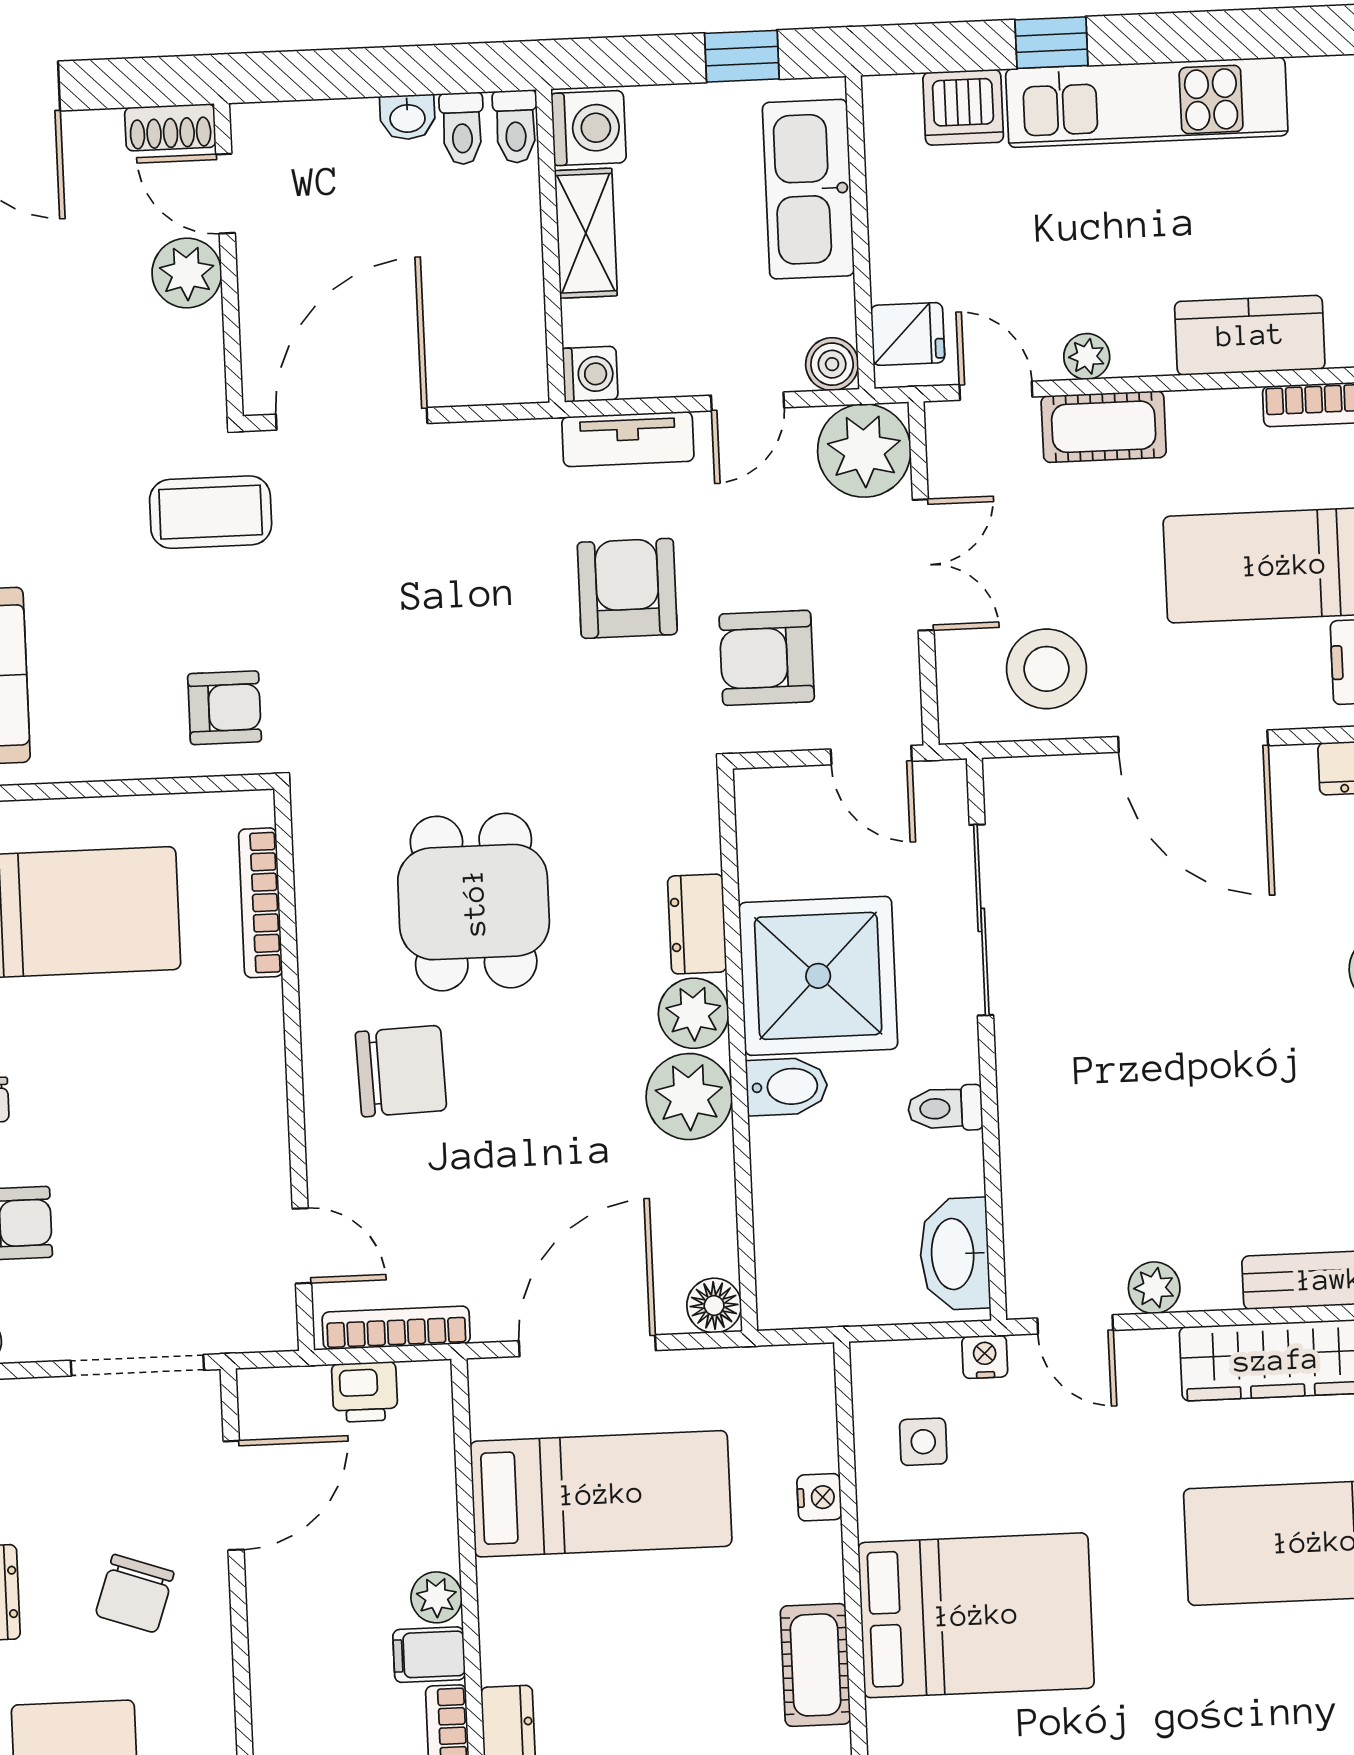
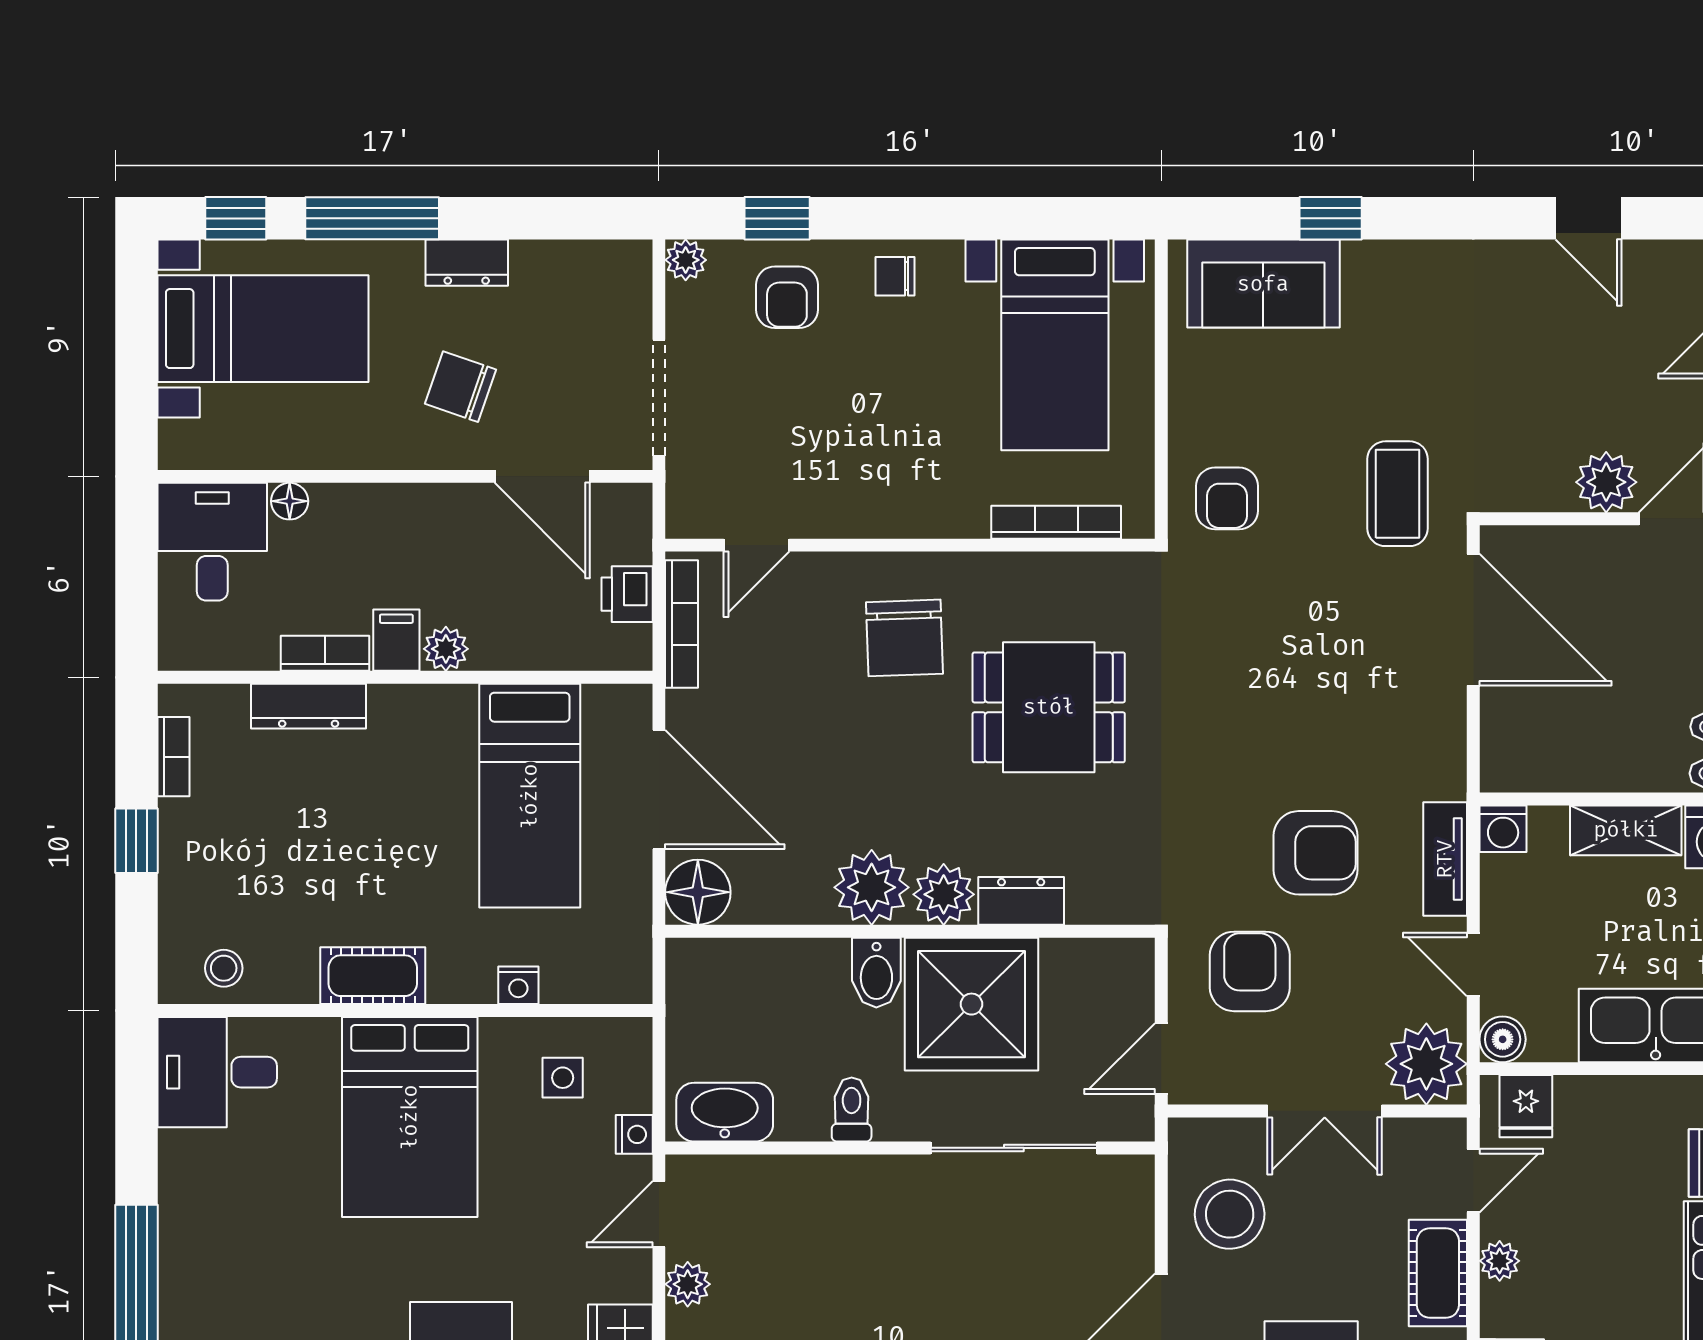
floor lamp: (714, 1306) -> (698, 892), width x1.38, depth x1.38

